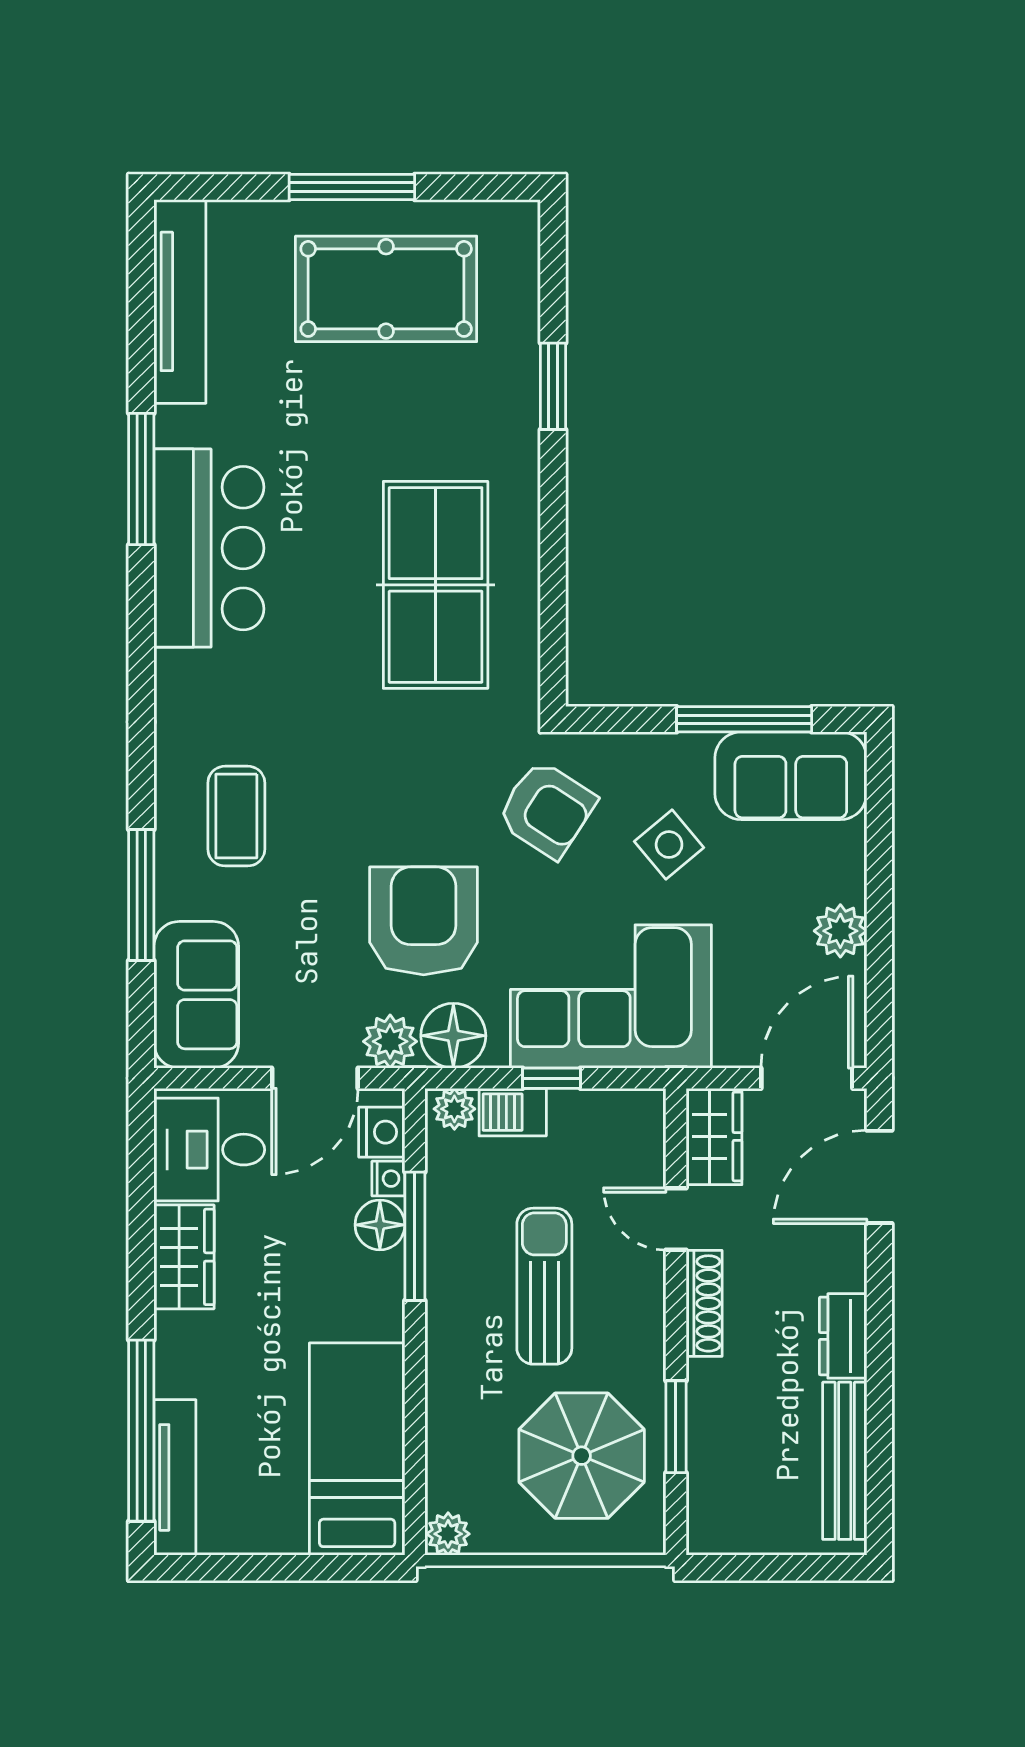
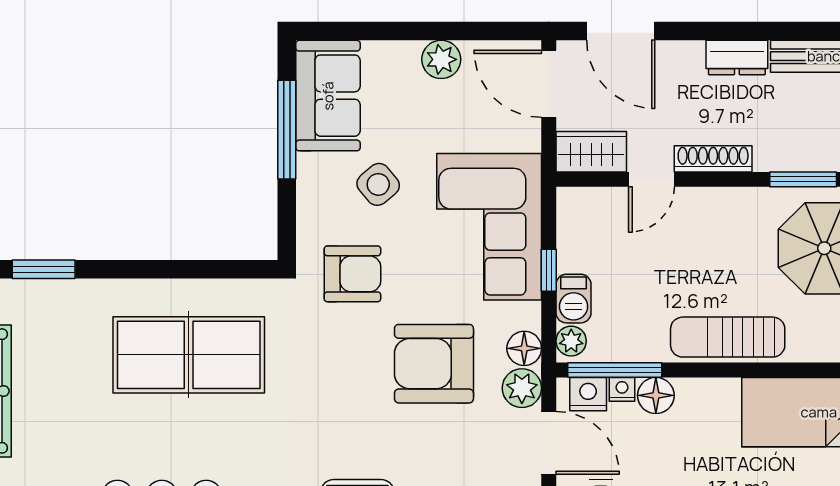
armchair: (547, 809) -> (352, 274), turned 57
floor lamp: (453, 1036) -> (524, 348), width x0.73, depth x0.73
window: (415, 1236) -> (615, 370), moved
sun lounger: (544, 1286) -> (728, 337), moved

